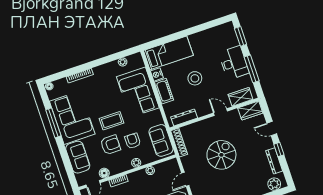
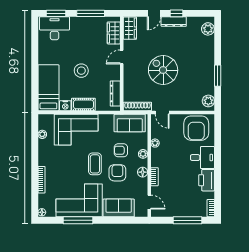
desk: (234, 63) -> (55, 28), moved
dresser: (274, 161) -> (174, 22), moved
floor lamp: (104, 173) -> (143, 172), moved
door: (185, 179) -> (162, 112), moved

